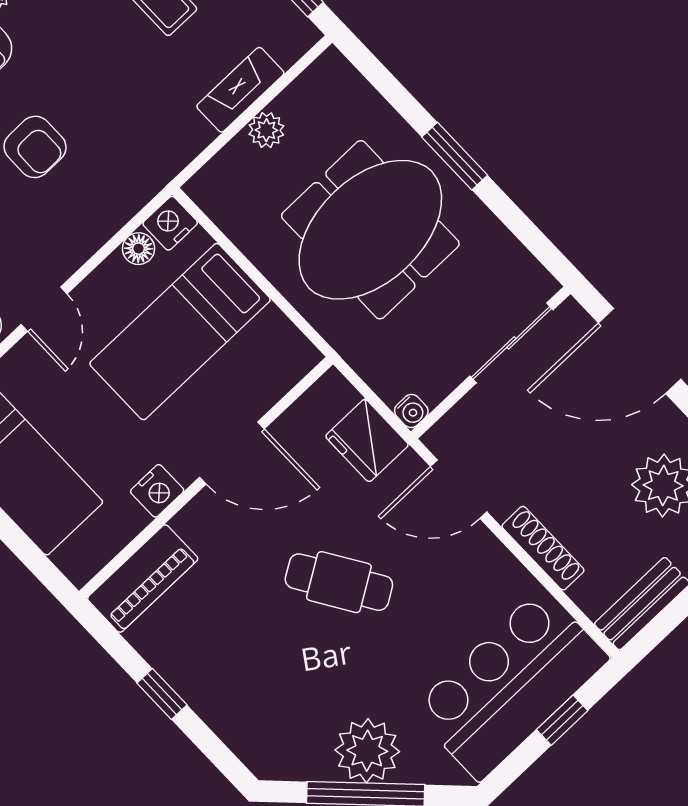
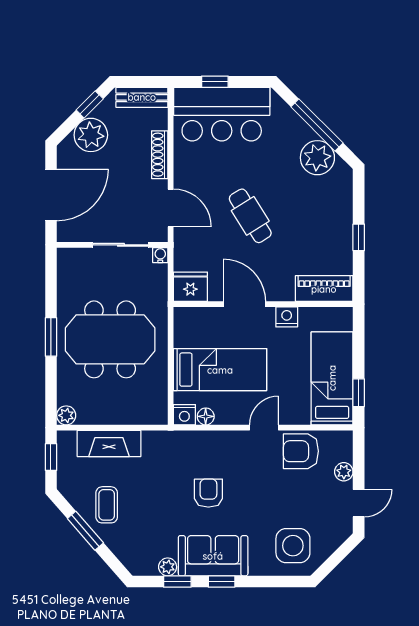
fireplace: (240, 90) -> (109, 443), width x1.37, depth x1.32
plant: (266, 130) -> (66, 415), moved
sliding door: (511, 343) -> (121, 245), moved
door: (640, 351) -> (51, 195), hinge flipped
fridge: (367, 441) -> (190, 287), moved, turned -90
plant: (367, 751) -> (317, 158), moved

